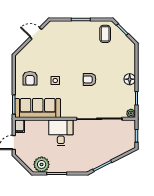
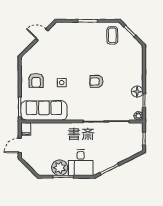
floor lamp: (130, 79) -> (137, 92), moved
desk: (61, 133) -> (81, 162), moved, turned 180
plant: (42, 164) -> (60, 168), moved

